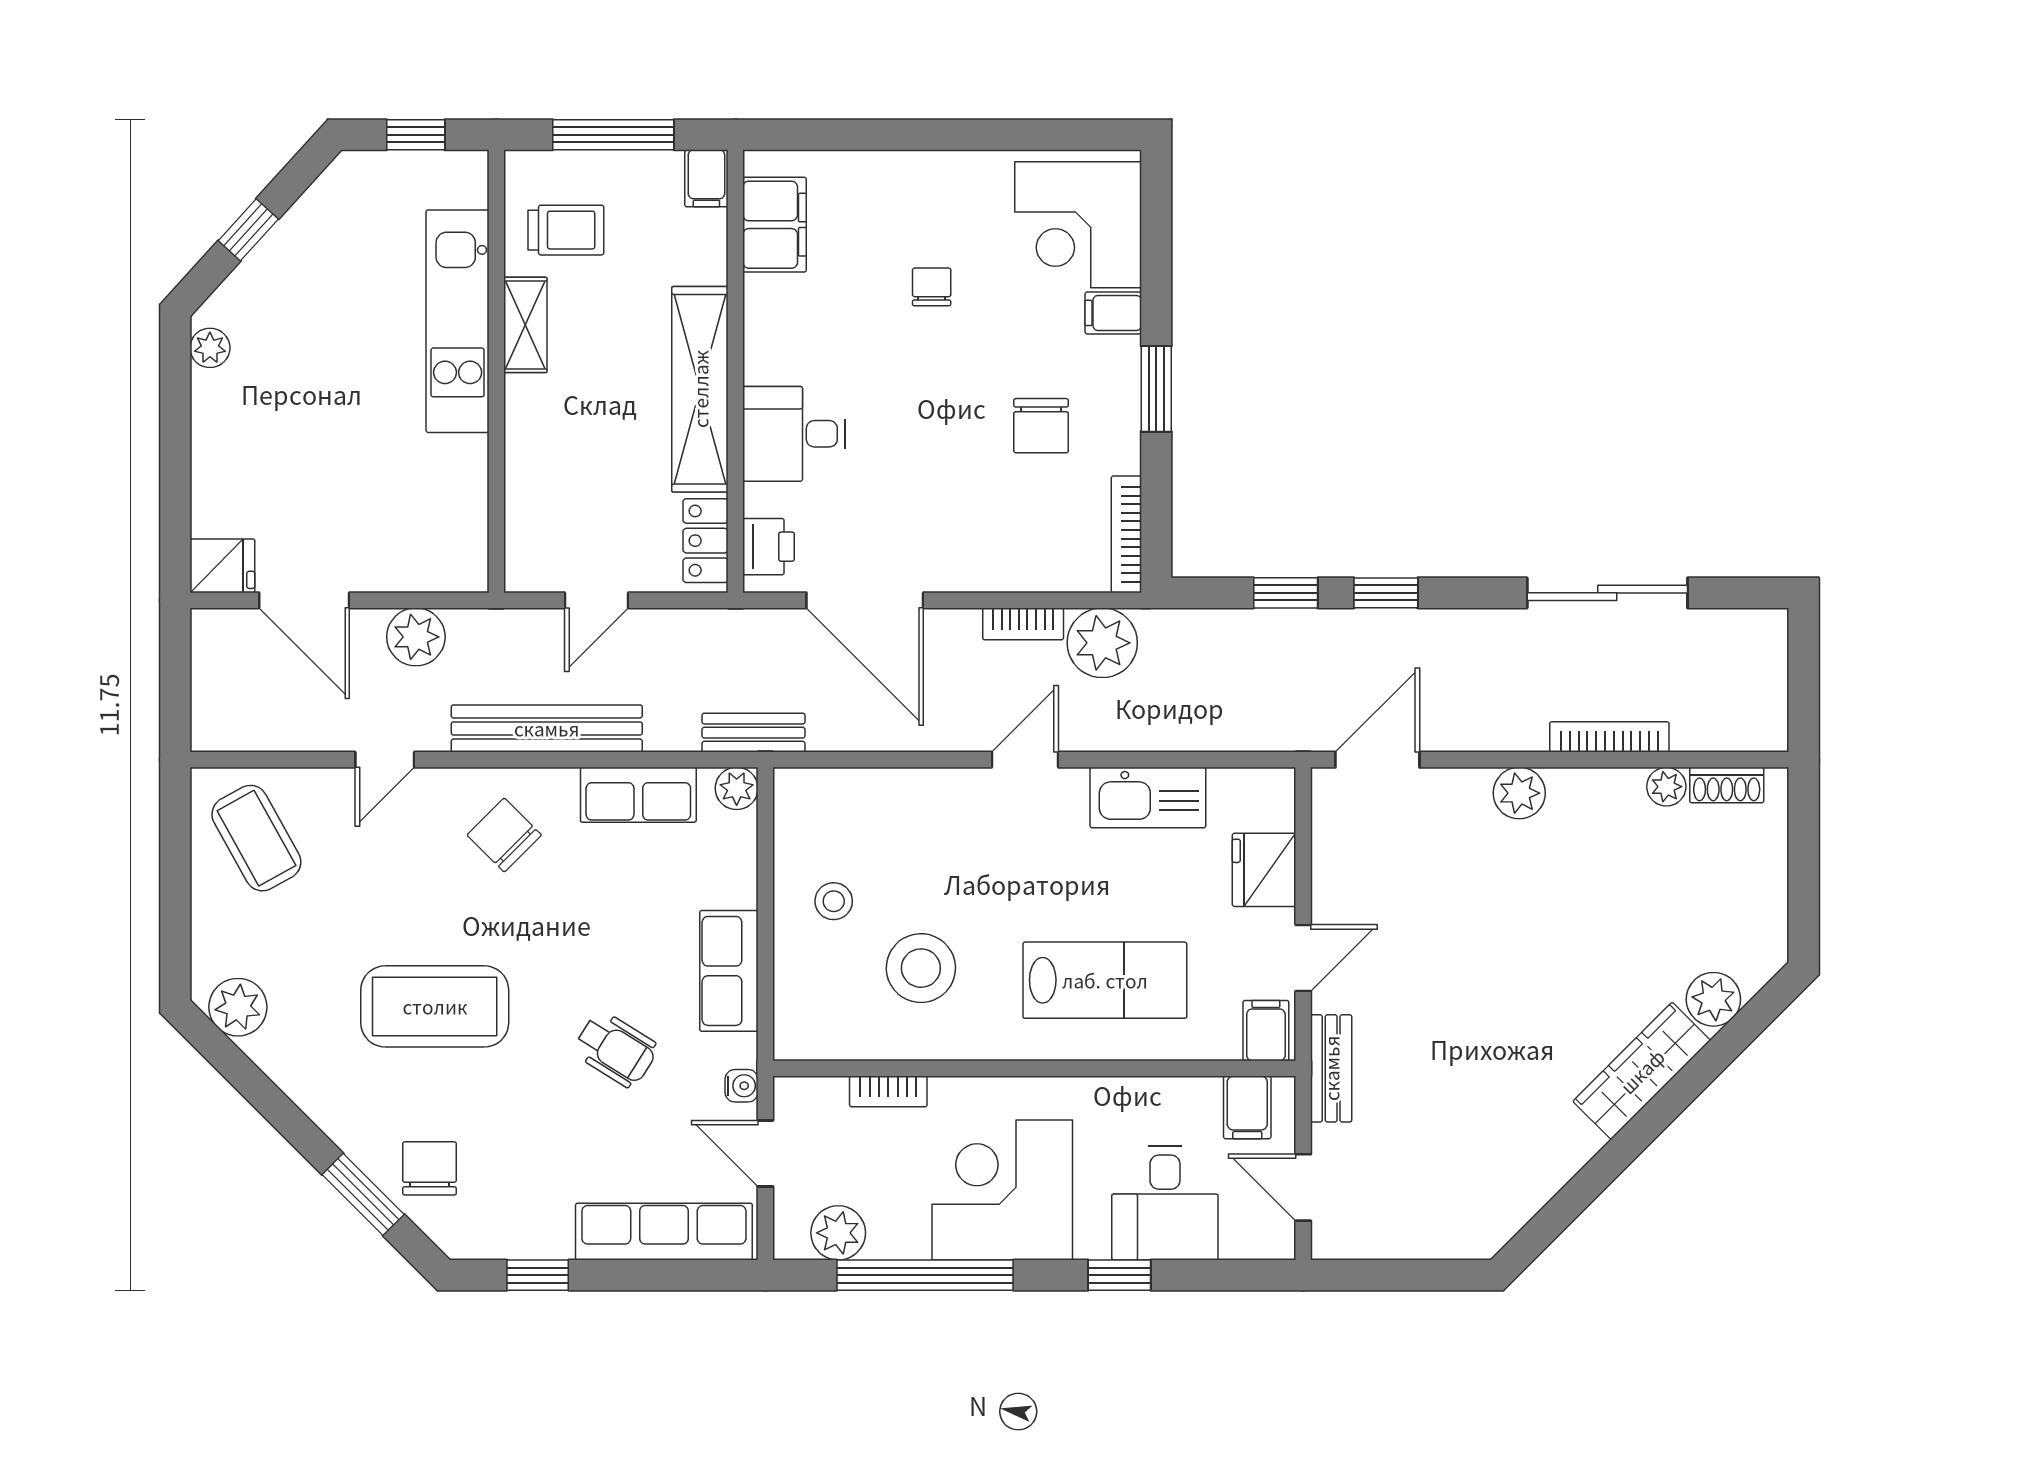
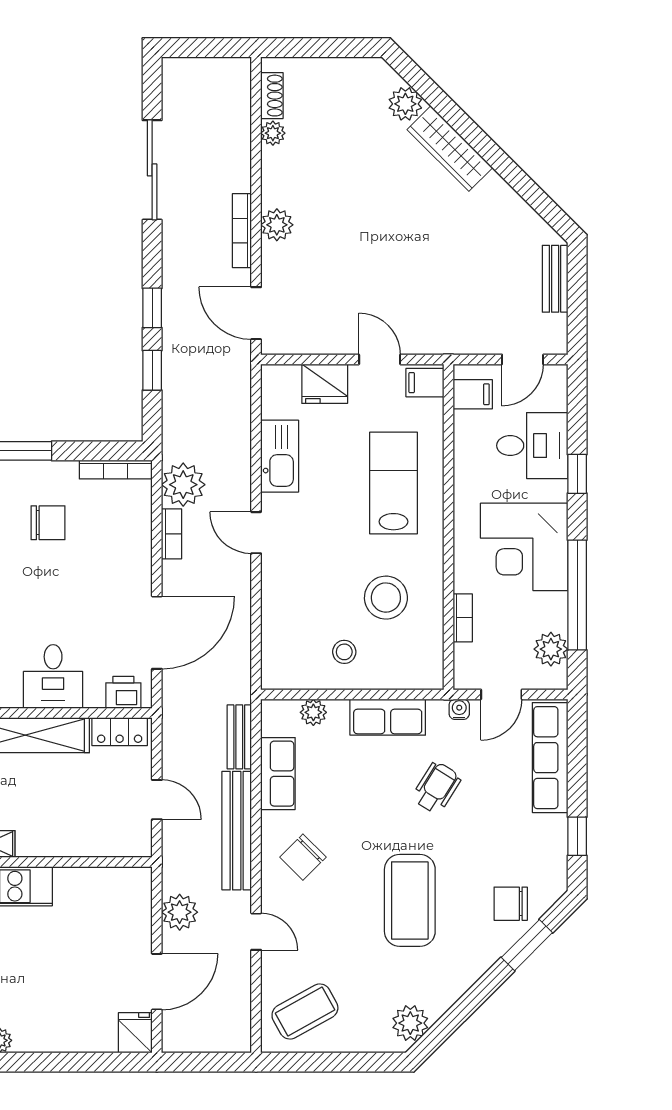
bench: (753, 733) -> (239, 737), moved
bookcase: (1609, 737) -> (242, 231), moved
plant: (737, 788) -> (313, 712), moved
bench: (1331, 1068) -> (555, 279), moved, turned 90

